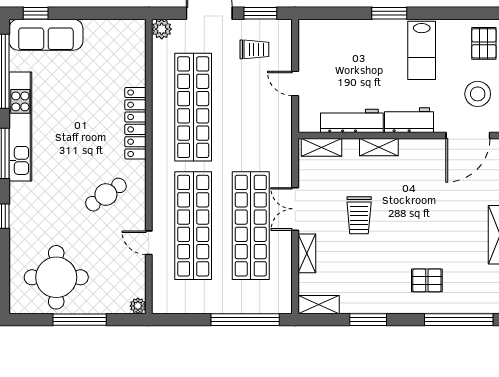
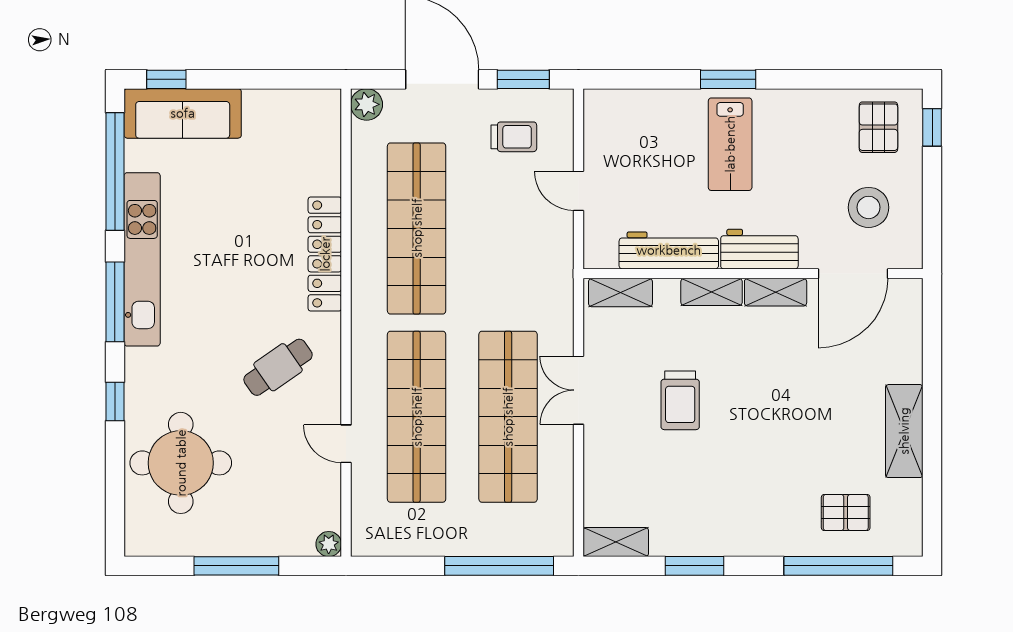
lab bench: (422, 50) -> (730, 144), moved
shelving: (307, 253) -> (776, 292), moved, turned 90
round table: (56, 277) -> (181, 463), moved
pallet: (427, 280) -> (846, 512), moved

